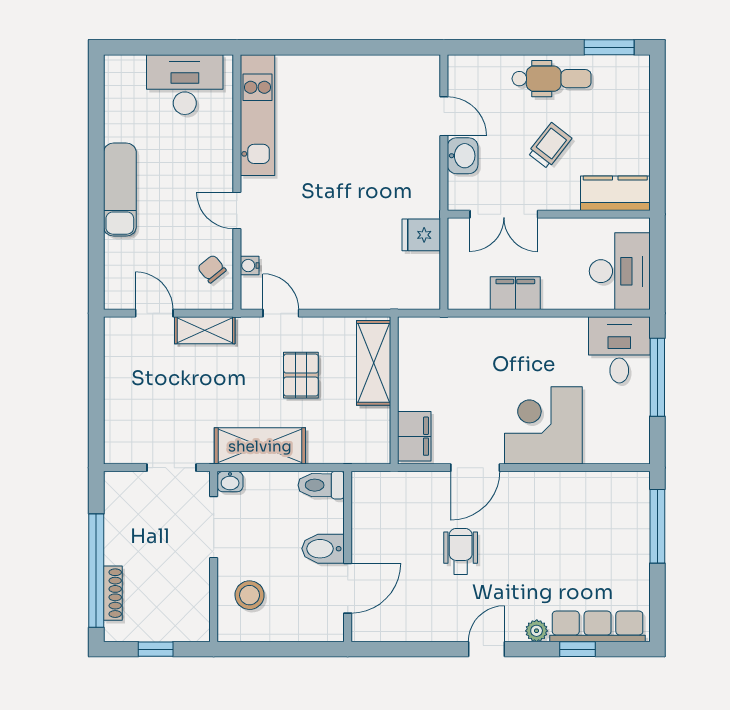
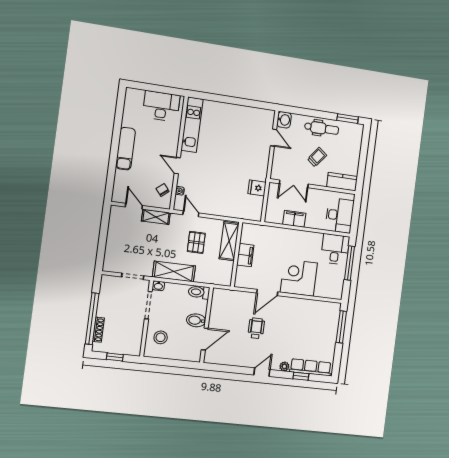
washbasin: (463, 156) -> (284, 120), moved
filing cabinet: (414, 436) -> (245, 255), moved

